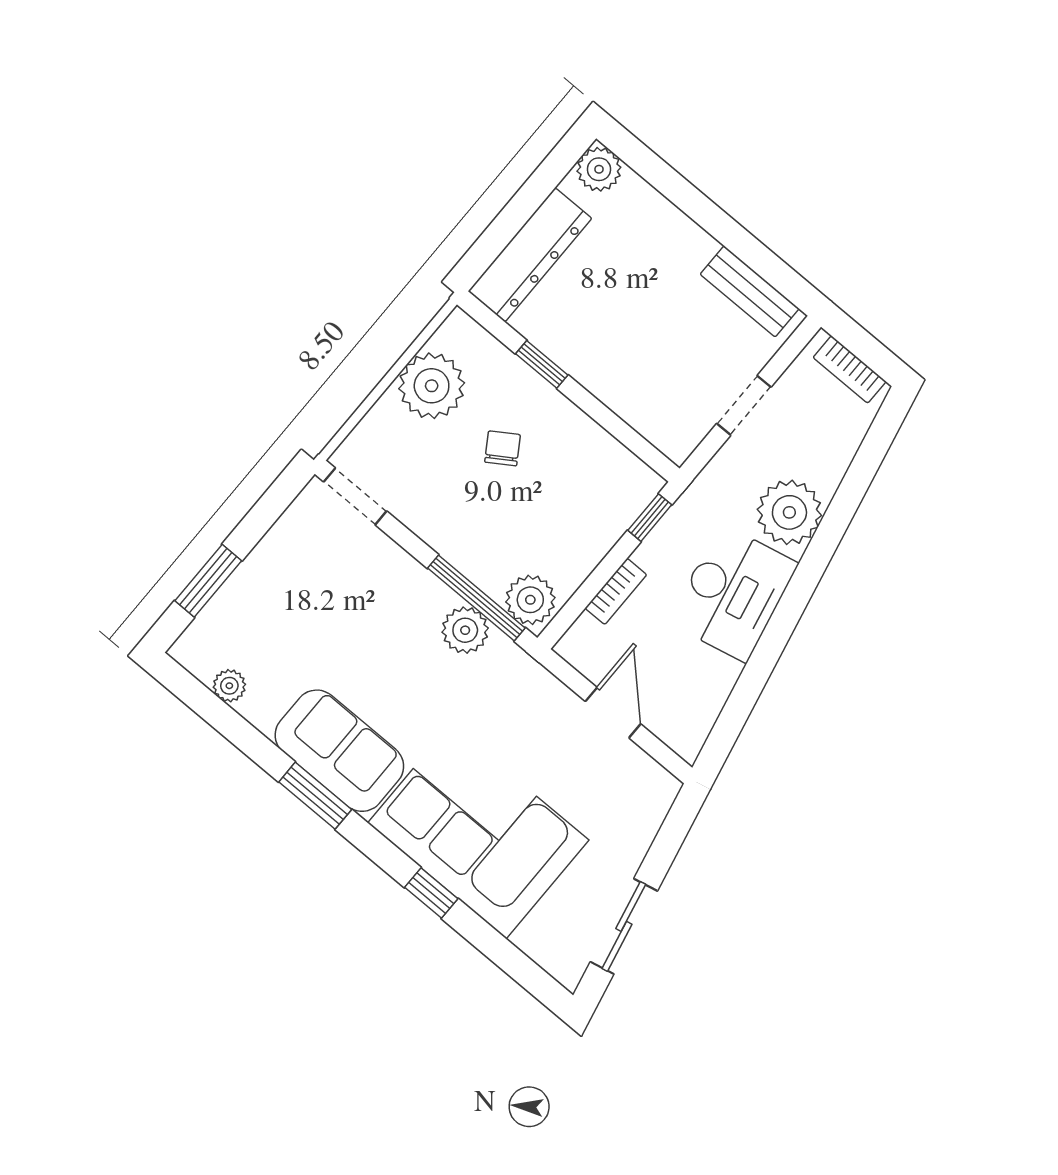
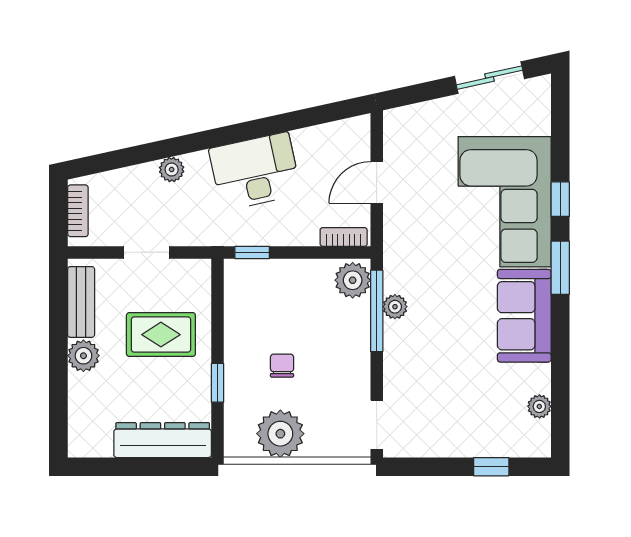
plant: (599, 169) -> (83, 356), moved
rug: (644, 347) -> (161, 335), added
chair: (502, 448) -> (282, 366), turned 123
plant: (789, 512) -> (172, 170), width x0.53, depth x0.53
window: (208, 581) -> (491, 467), width x0.67
bookcase: (616, 591) -> (344, 237), moved
plant: (465, 630) -> (395, 307), width x0.73, depth x0.73
window: (315, 796) -> (560, 268), moved

